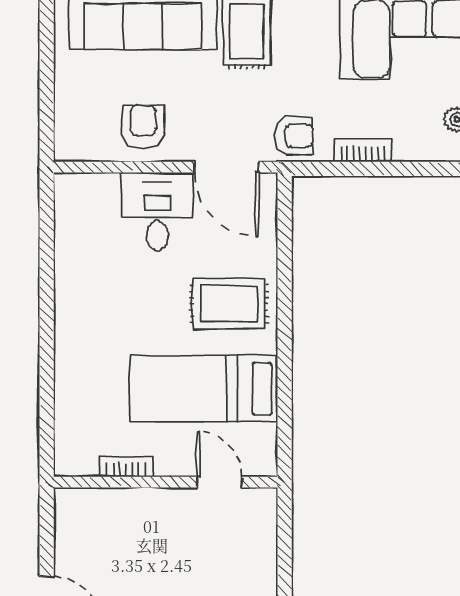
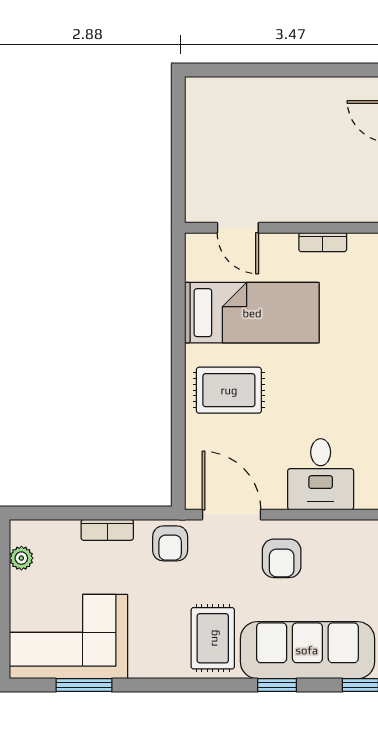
armchair: (143, 127) -> (282, 558), moved
armchair: (294, 136) -> (170, 543), turned -90
desk: (157, 211) -> (321, 474), moved

